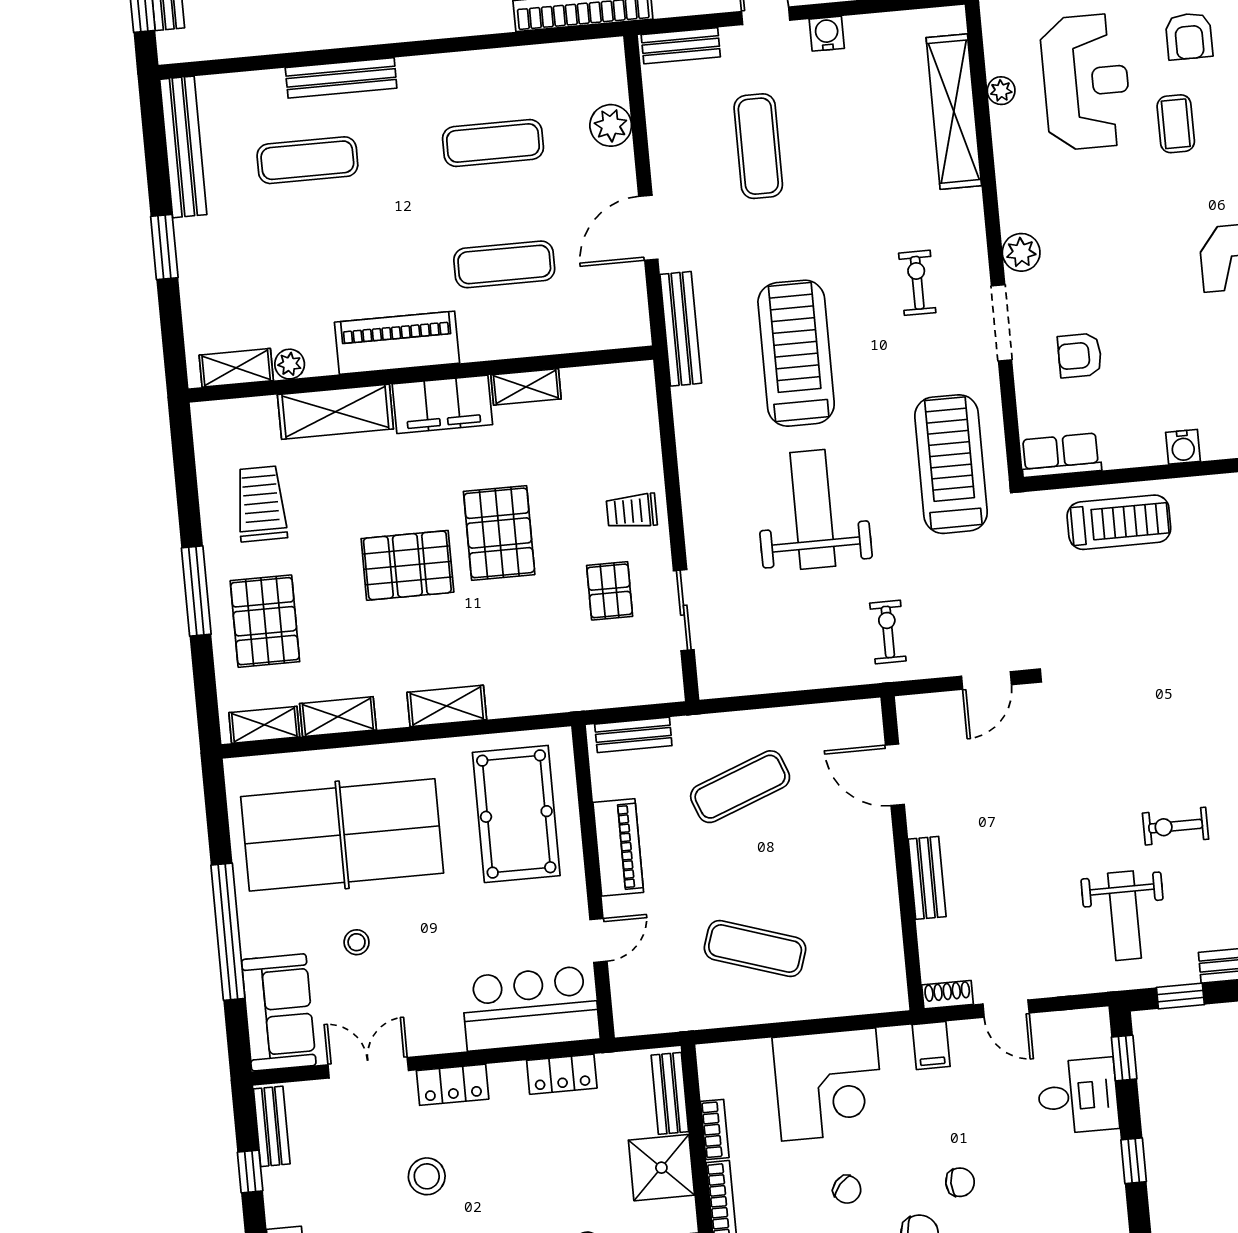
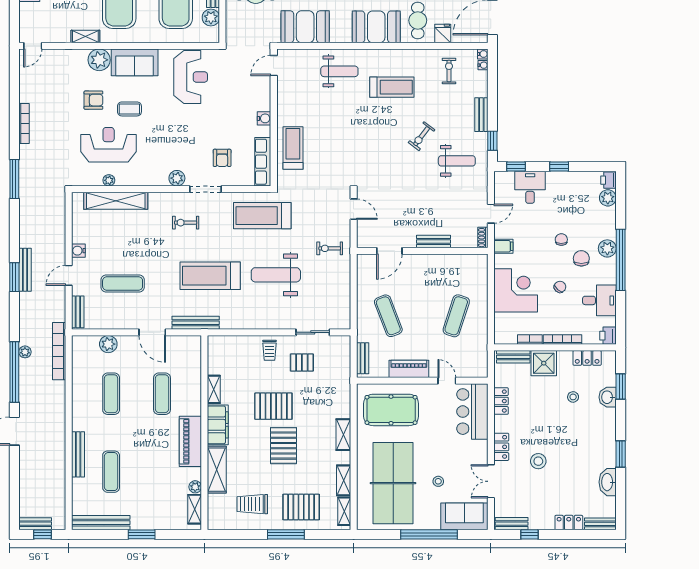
row of seats: (1061, 455) -> (263, 162), width x1.48
exercise bike: (1176, 826) -> (422, 136), turned 37

